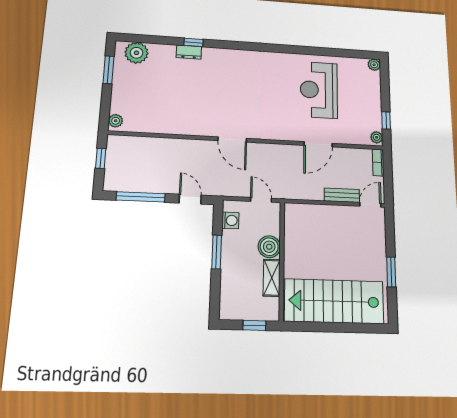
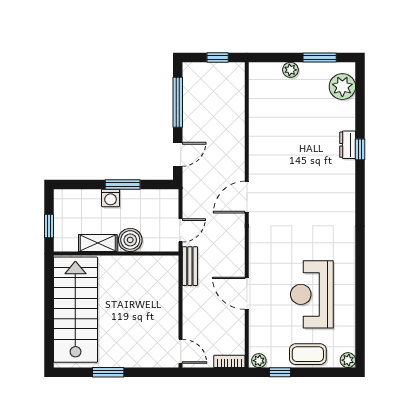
reception desk: (319, 90) -> (312, 294), turned -90
coffee table: (370, 96) -> (308, 354), added
plant: (116, 121) -> (290, 70), moved
bench: (342, 195) -> (190, 266), moved
washing machine: (230, 220) -> (111, 198), moved

